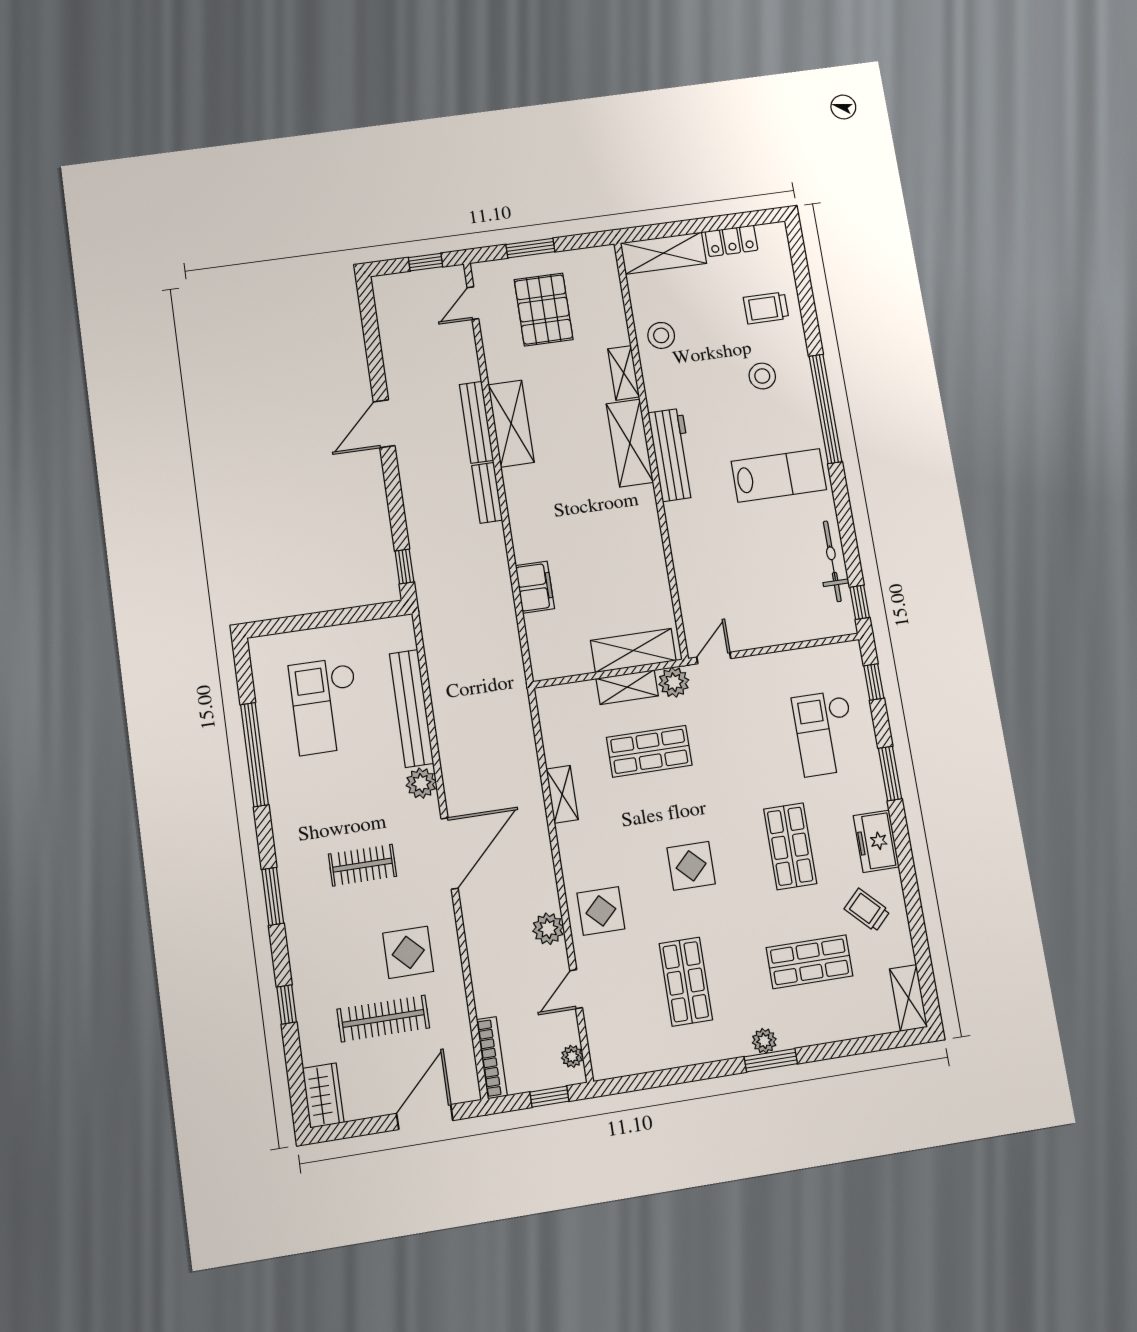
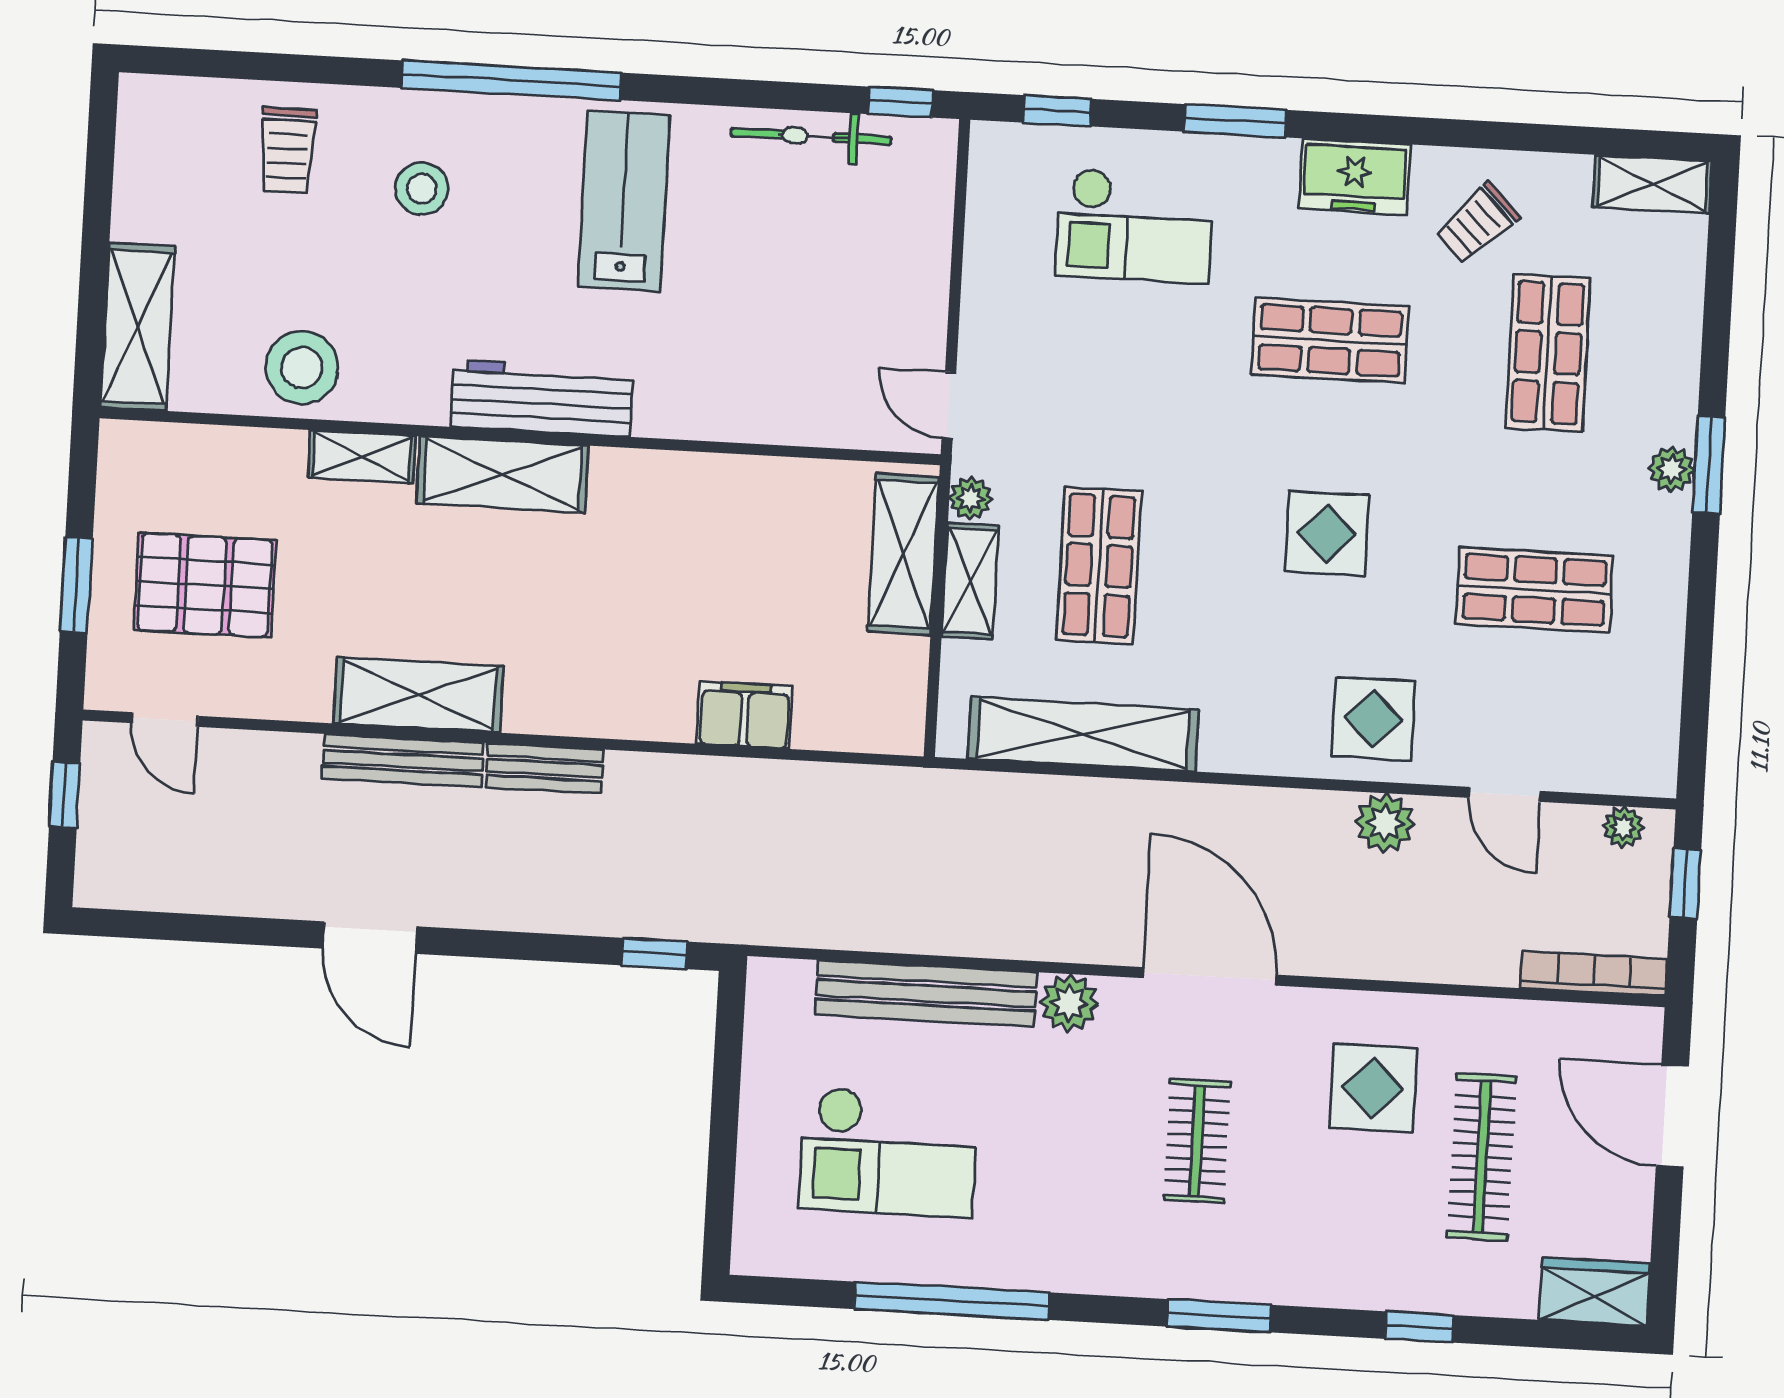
locker: (731, 241) -> (139, 188), removed
stool: (661, 335) -> (302, 368), width x1.38, depth x1.38
plant: (674, 682) -> (971, 498), width x0.73, depth x0.73
shelving: (562, 794) -> (1083, 734), width x2.20, depth x1.33

